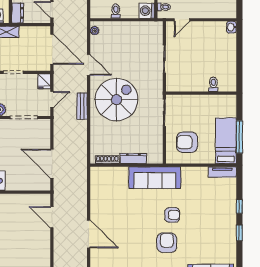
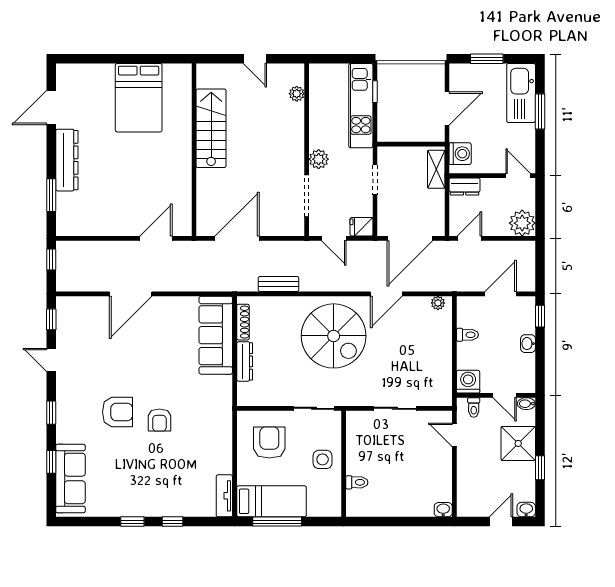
bench: (82, 106) -> (279, 284), moved
side table: (198, 107) -> (323, 459), added
sofa: (155, 178) -> (216, 335), moved

